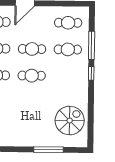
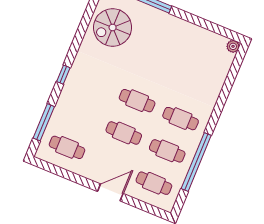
window: (92, 45) -> (44, 122), moved
cafe table: (68, 49) -> (80, 115), removed

